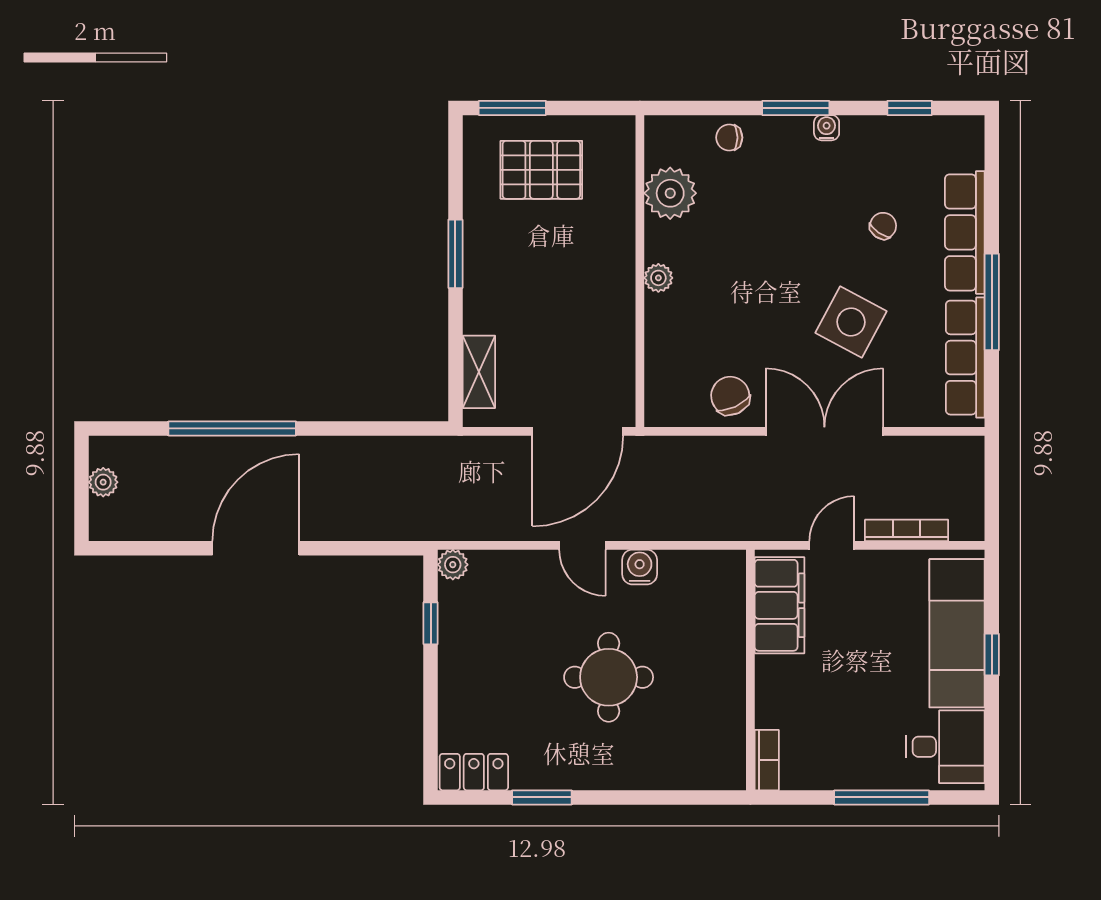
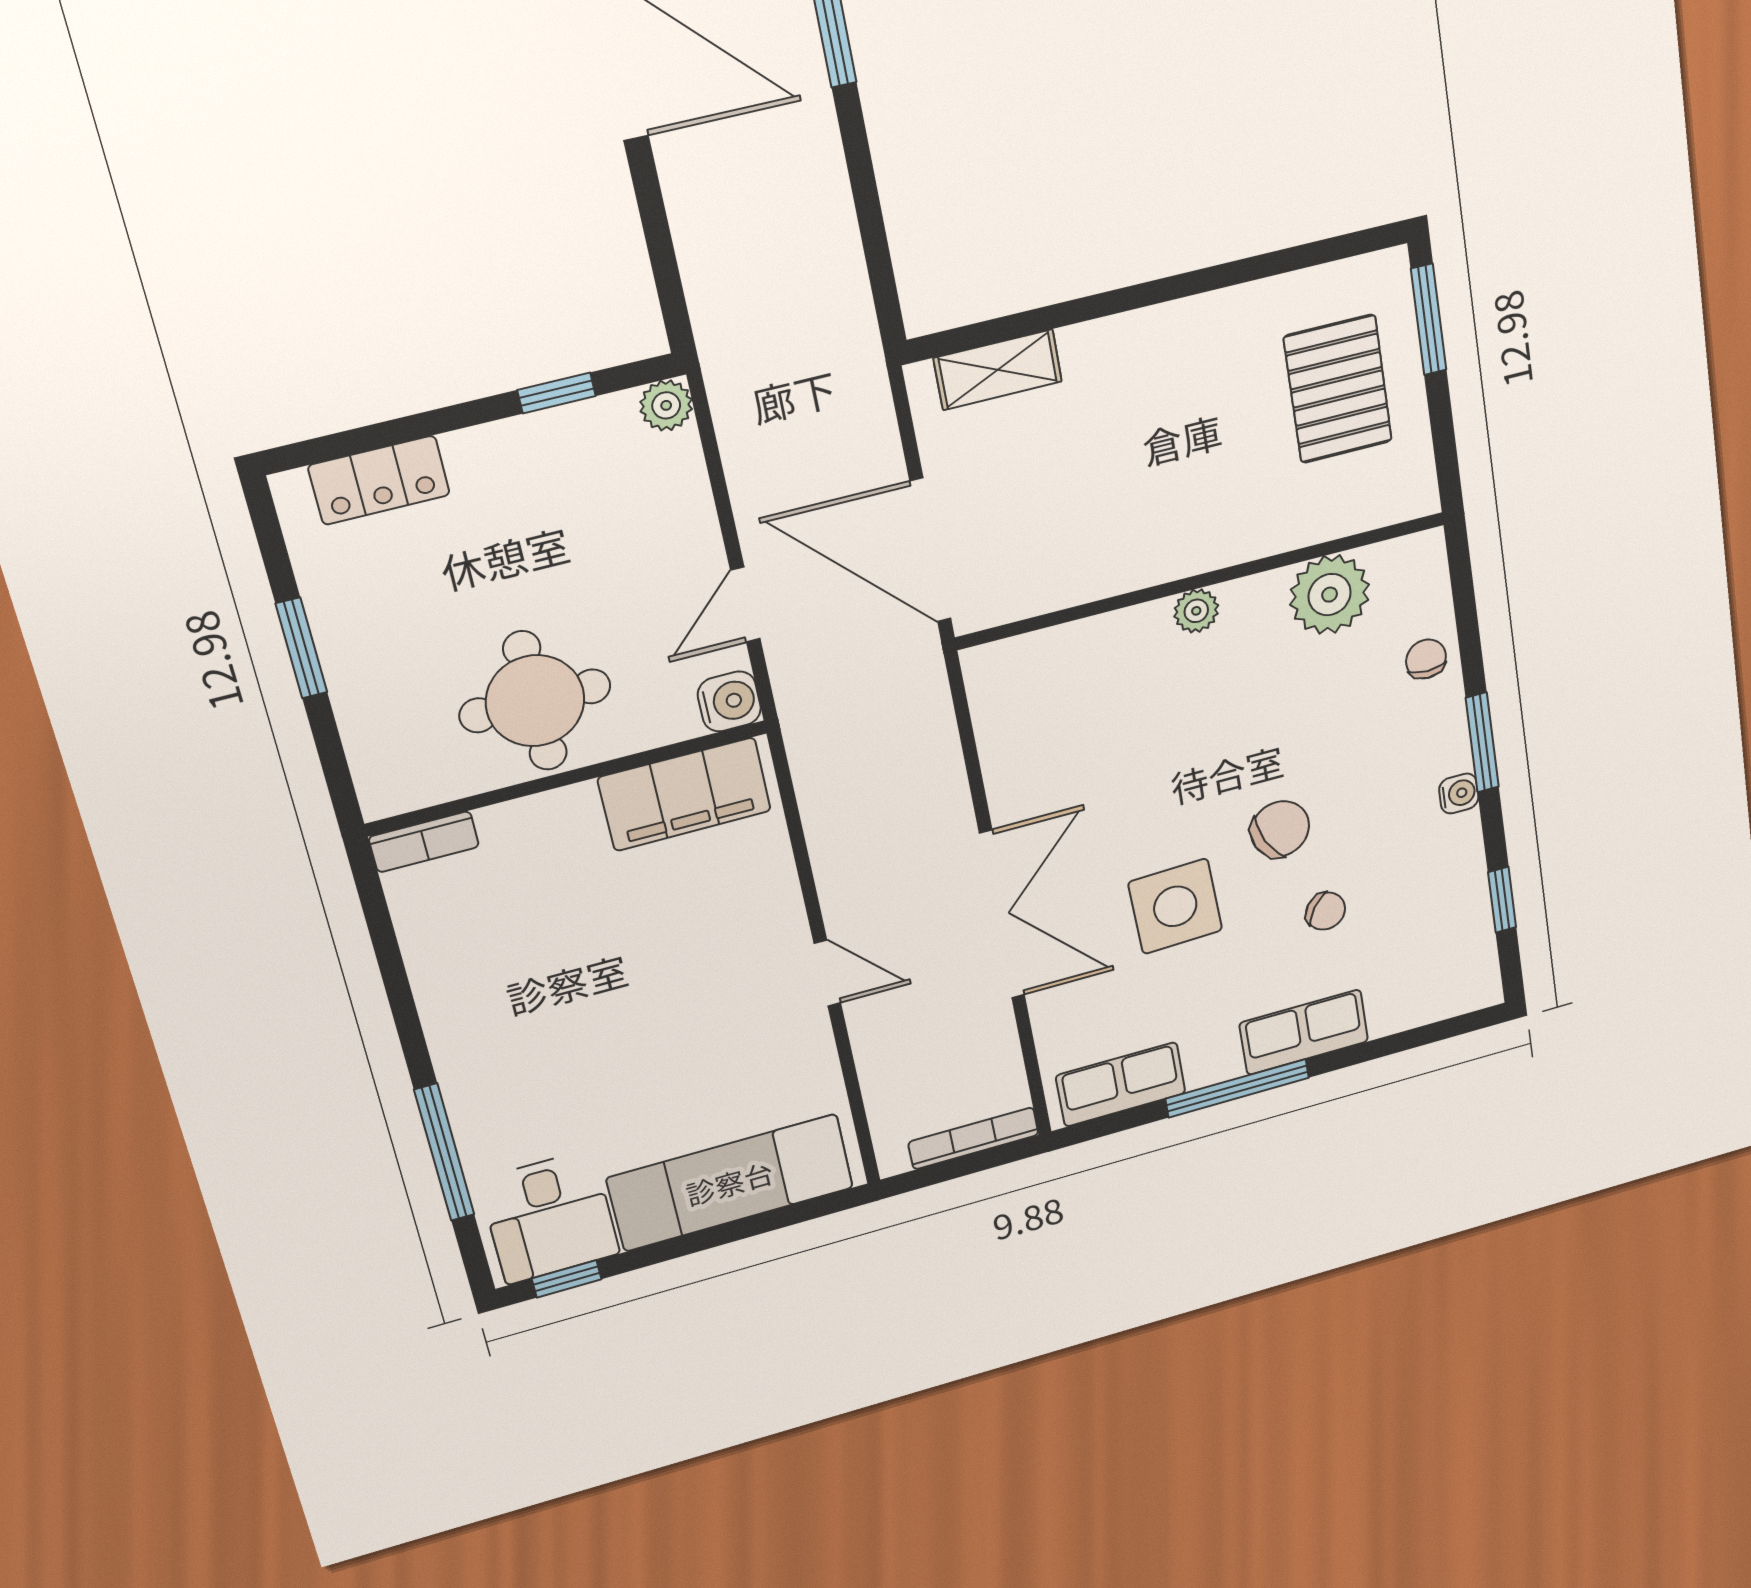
row of seats: (965, 232) -> (1304, 1032), width x0.68
window: (455, 254) -> (1184, 285), removed
side table: (851, 322) -> (1175, 906), turned -30
row of seats: (965, 358) -> (1121, 1084), width x0.68
chair: (730, 396) -> (1280, 829), moved
bookcase: (907, 530) -> (974, 1138), moved, turned -90
filing cabinet: (780, 605) -> (685, 794), moved
window: (992, 655) -> (567, 1279), moved
wall: (750, 670) -> (568, 778), moved
bookcase: (767, 760) -> (424, 842), moved
locker: (474, 772) -> (379, 480), moved, turned 90

